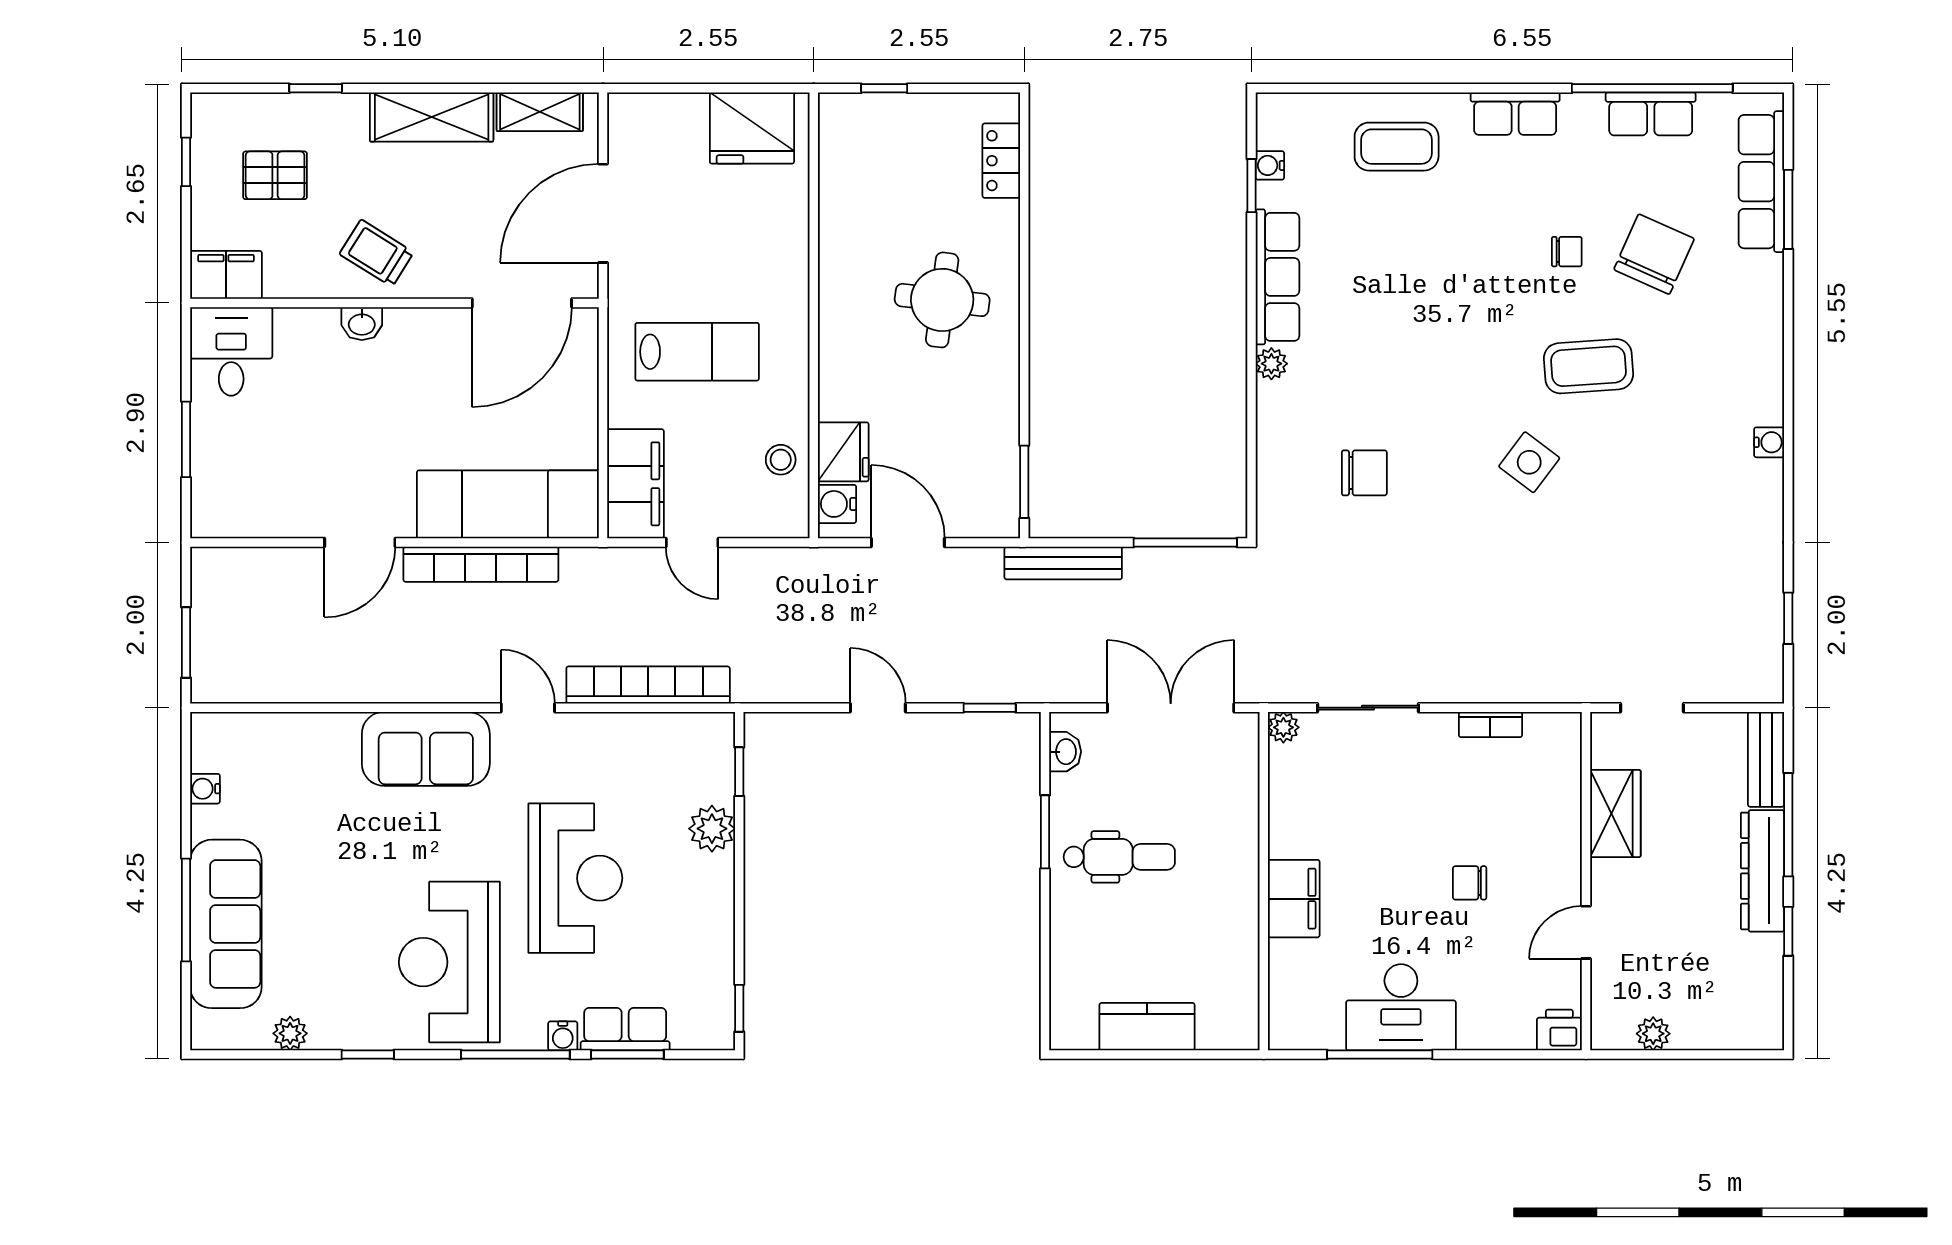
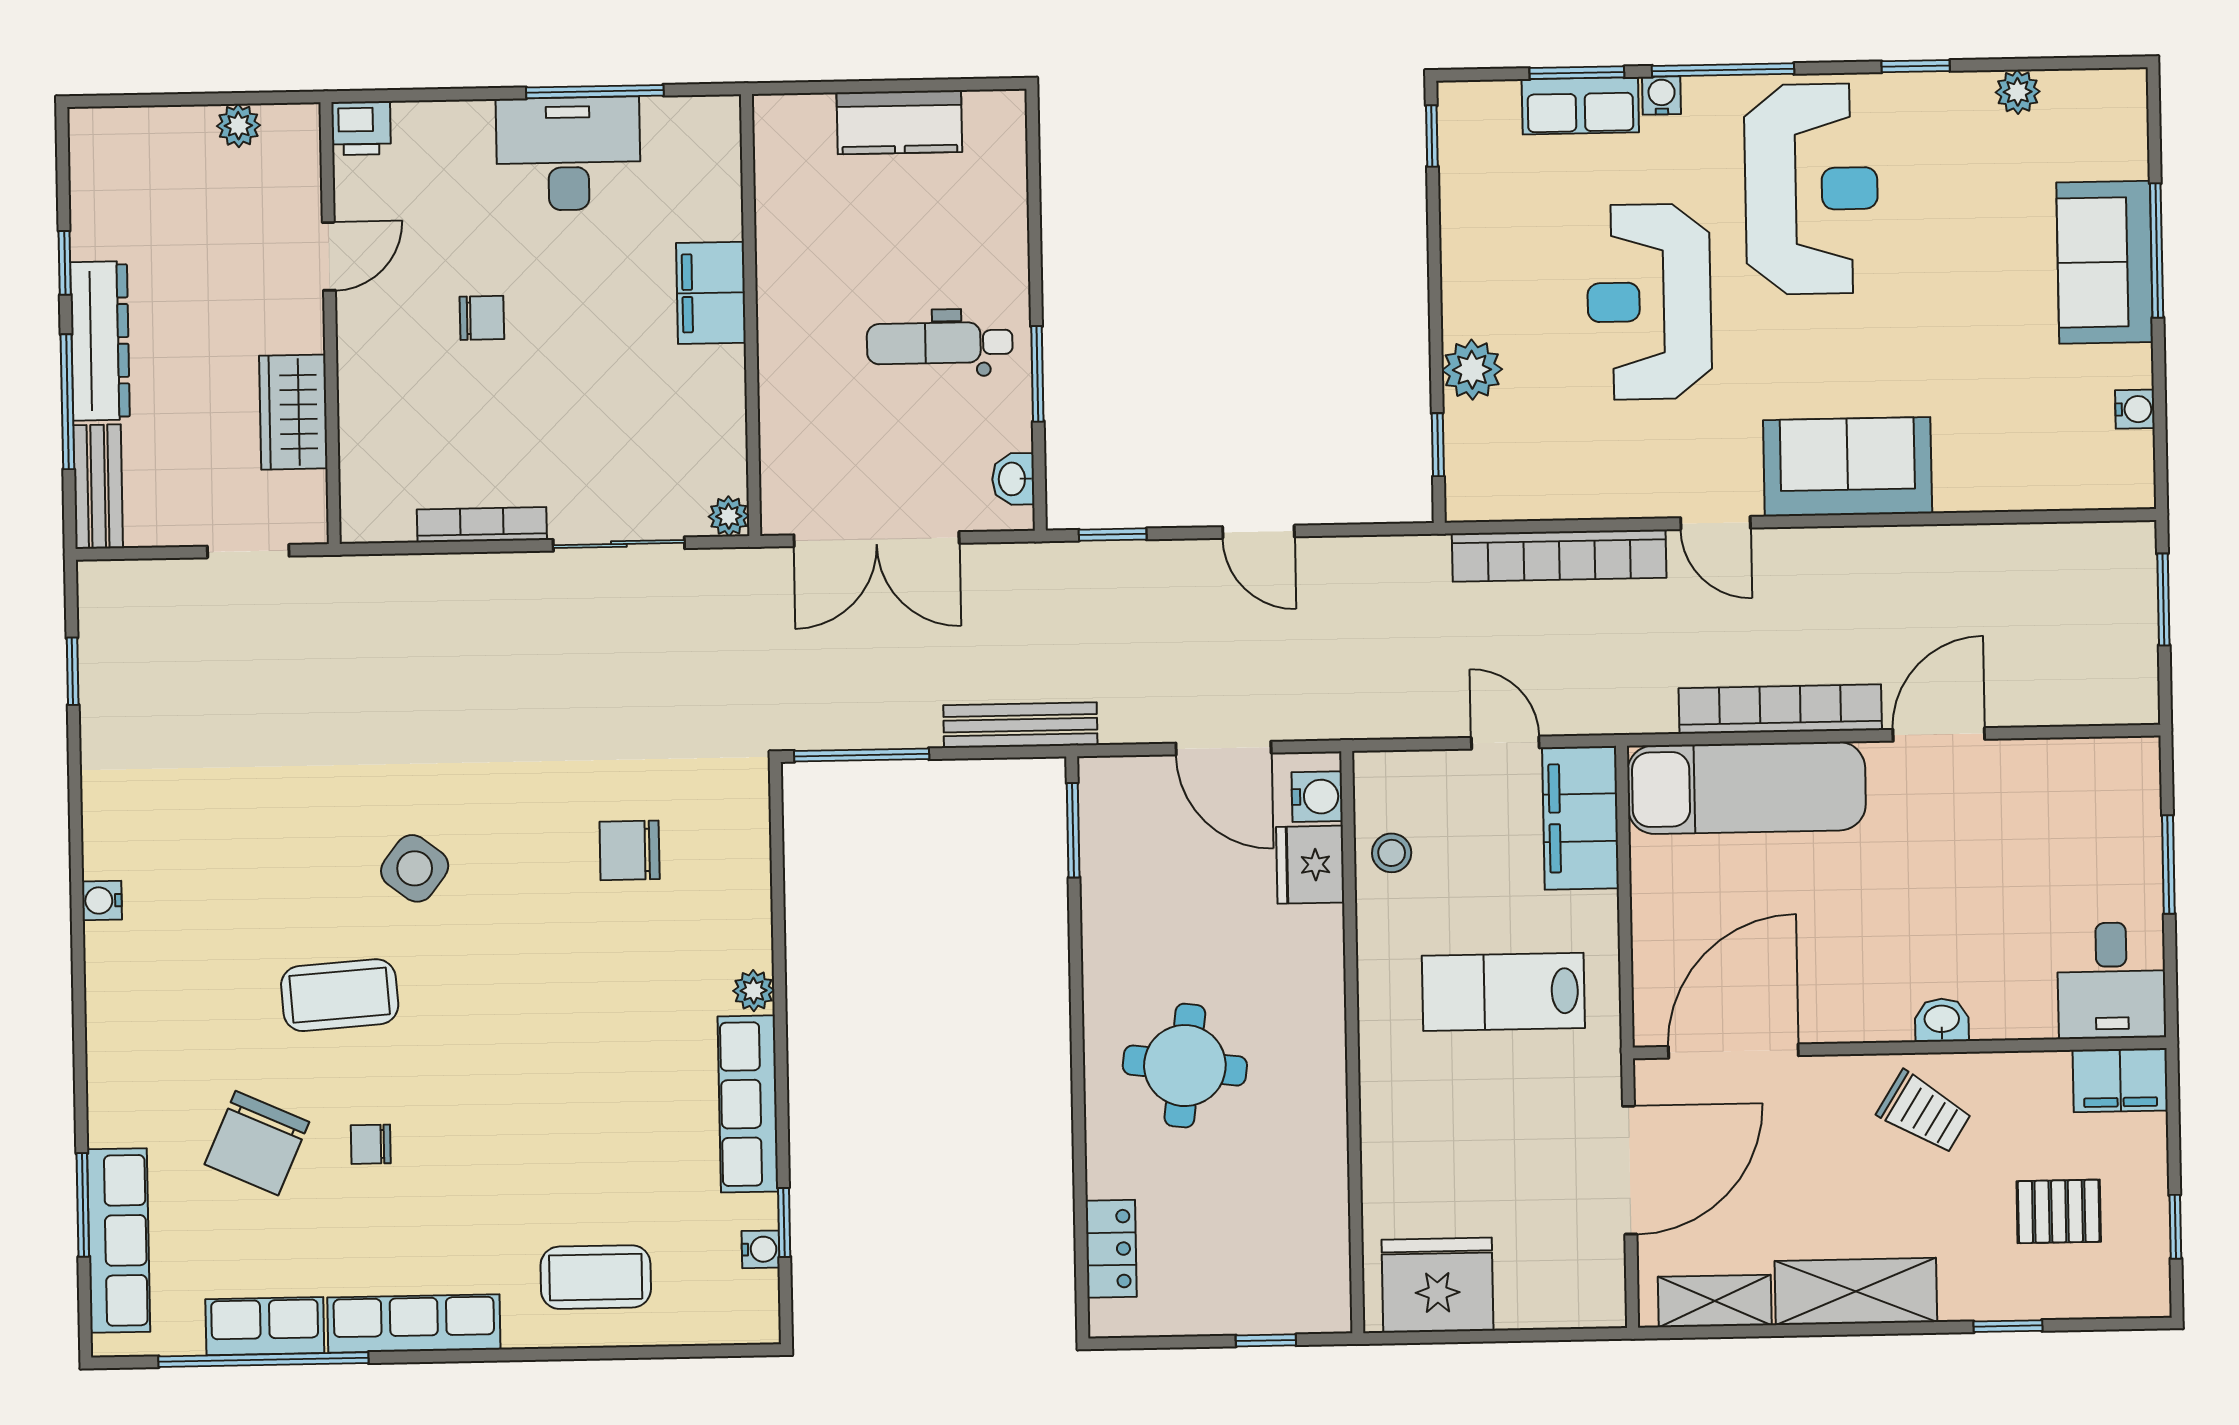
row of seats: (1515, 114) -> (414, 1324), width x1.48
bookcase: (1490, 724) -> (482, 525), width x1.56
sofa: (226, 924) -> (2105, 262), width x0.73

